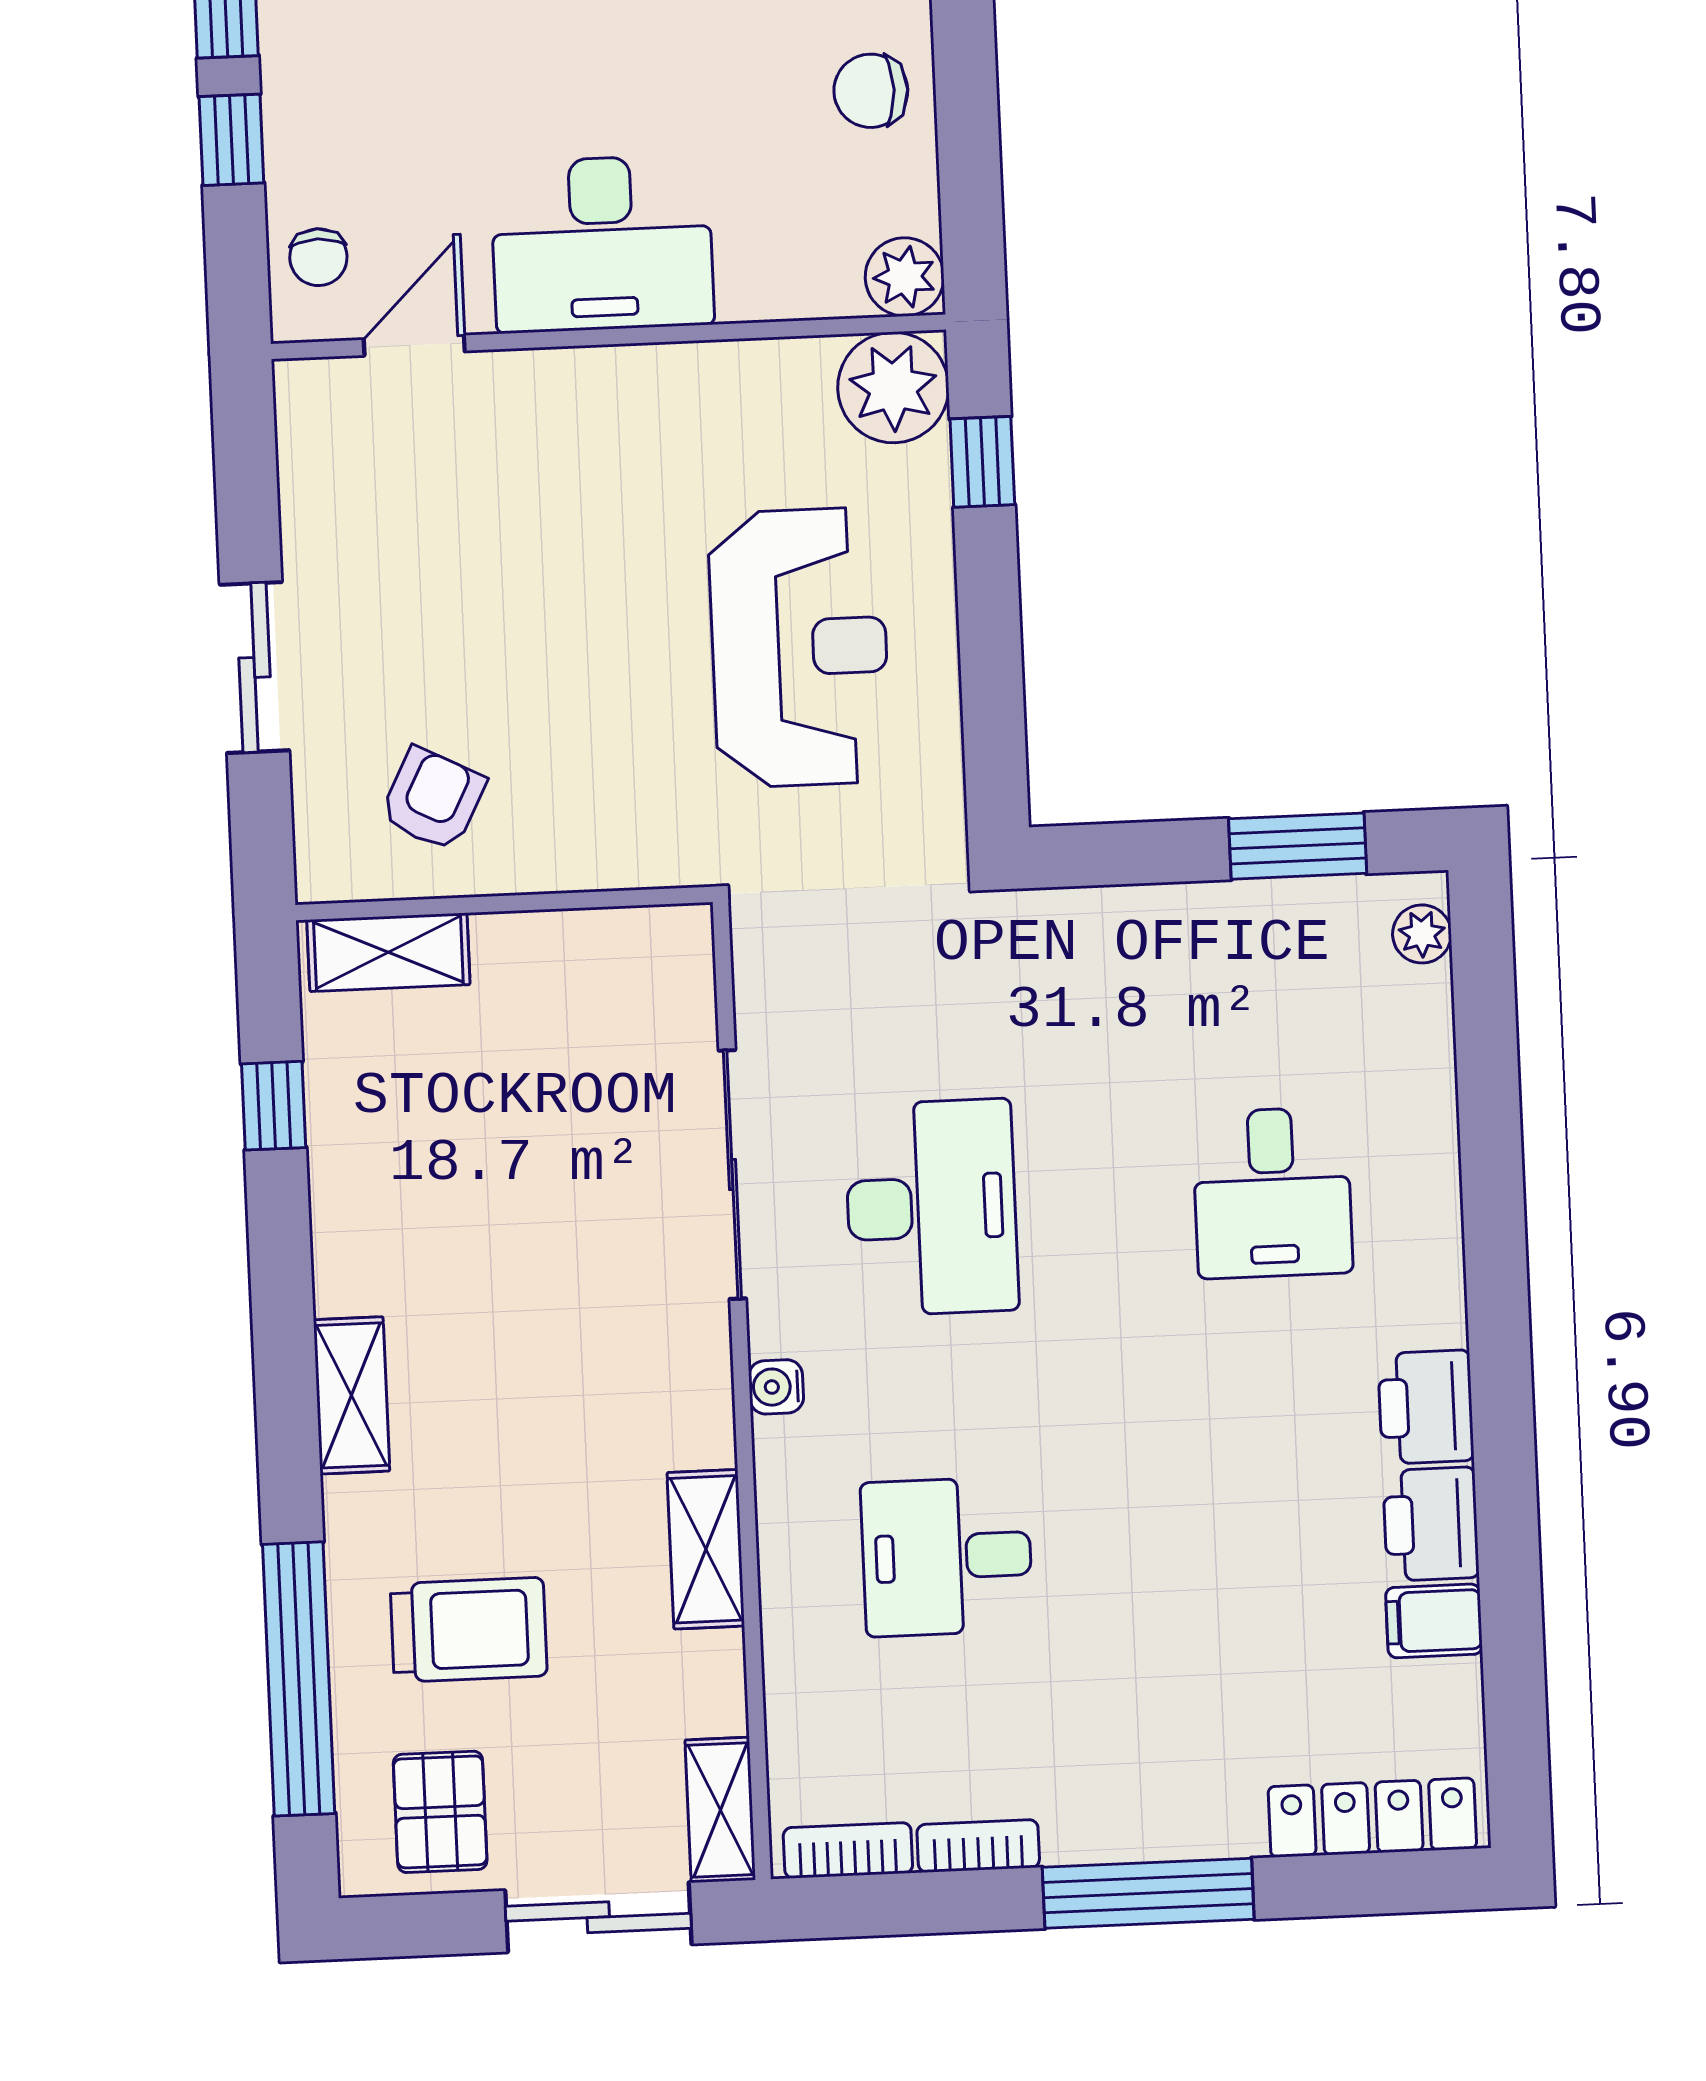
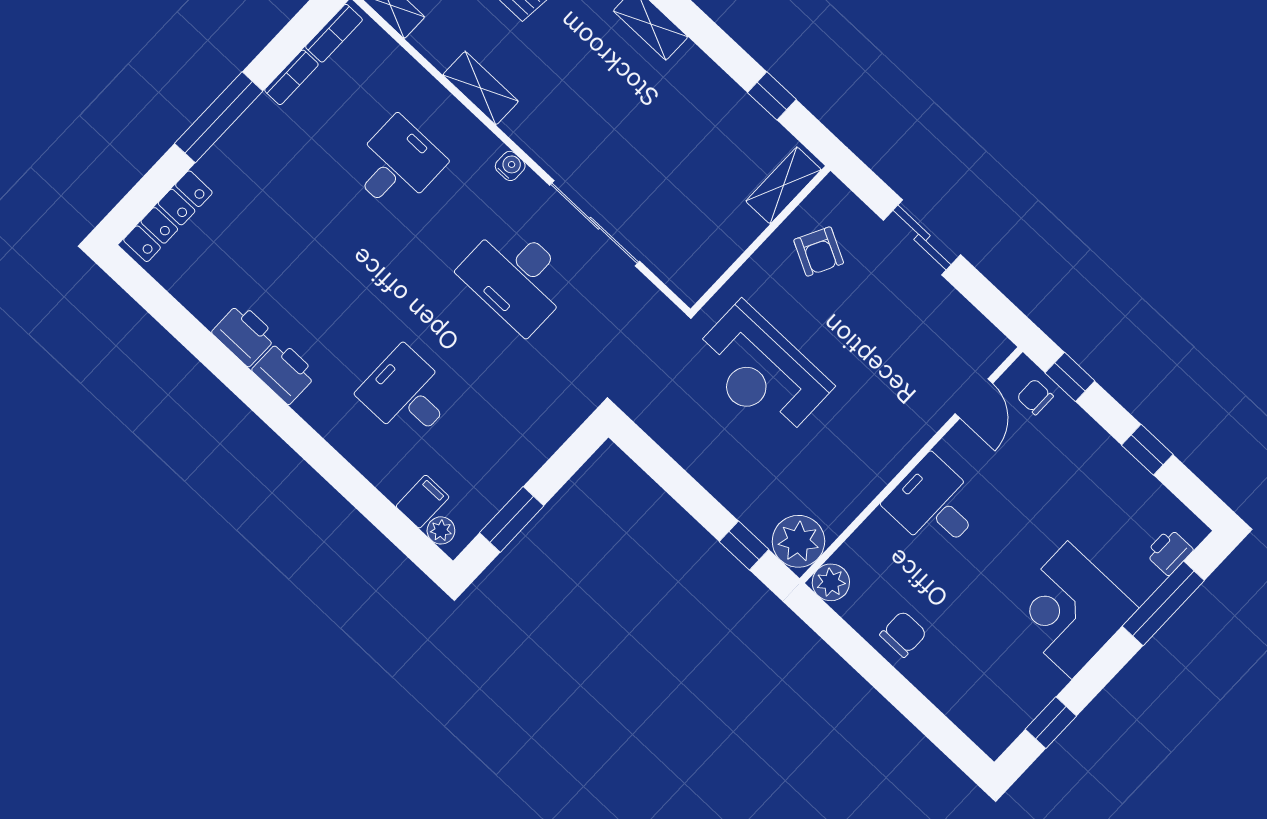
window: (231, 140) -> (1070, 377), moved
desk: (602, 244) -> (934, 505), width x0.73
reception desk: (799, 648) -> (761, 371), moved
filing cabinet: (1434, 1621) -> (423, 502), moved

